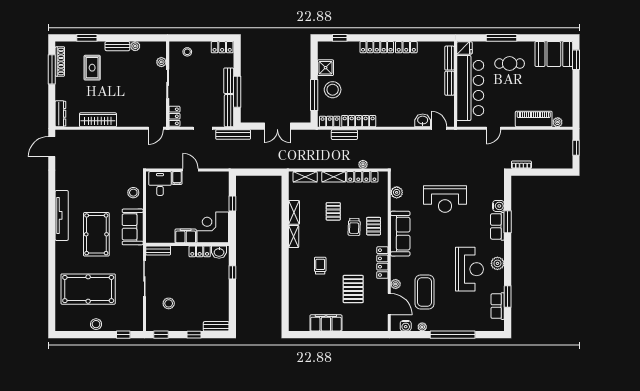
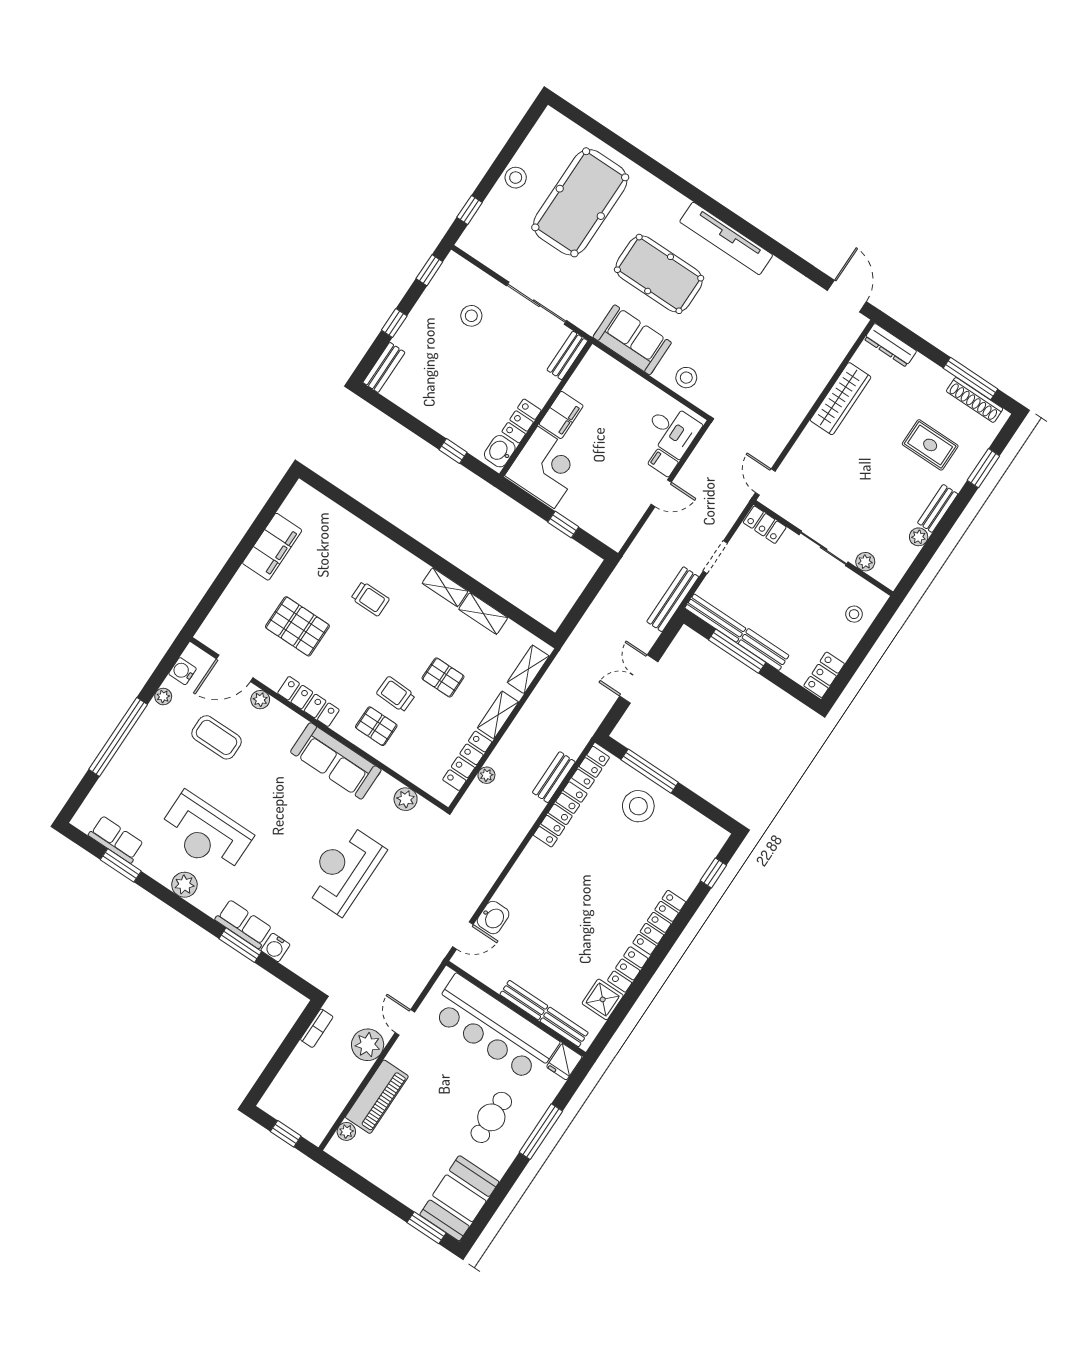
shower: (326, 68) -> (603, 999), moved
plant: (514, 138) -> (368, 1045), added
coffee table: (425, 292) -> (217, 737), width x0.73, depth x0.76

